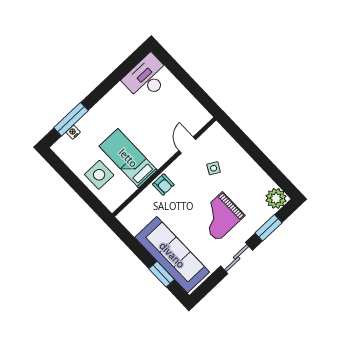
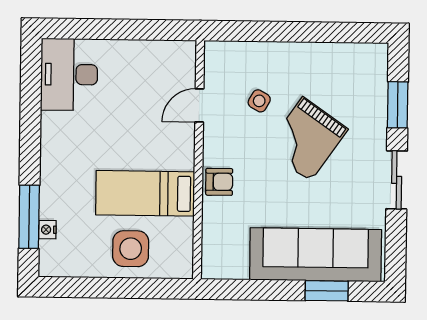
door: (187, 145) -> (199, 105), hinge flipped
plant: (276, 198) -> (371, 61), removed
grand piano: (220, 217) -> (307, 139), moved, turned 35

